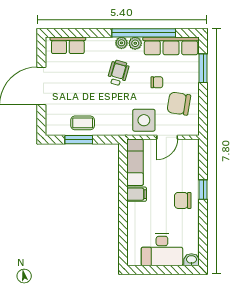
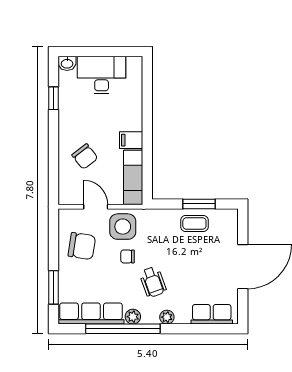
plant: (121, 43) -> (167, 317), moved
wheelchair: (118, 73) -> (153, 282), turned -36
chair: (157, 82) -> (128, 256), moved
door: (167, 137) -> (96, 207), hinge flipped
window: (203, 190) -> (54, 98), moved
chair: (183, 200) -> (85, 157), moved, turned 52

